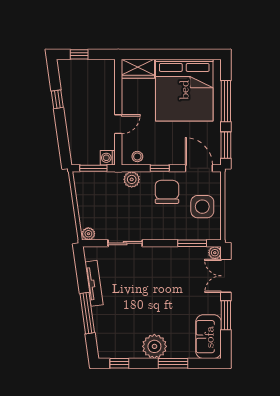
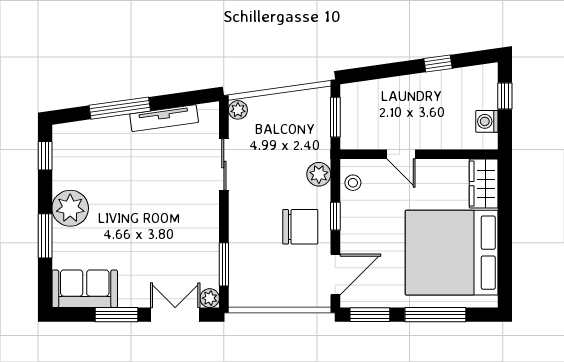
washing machine: (108, 158) -> (487, 121), moved, turned -90
side table: (202, 207) -> (278, 279), removed

